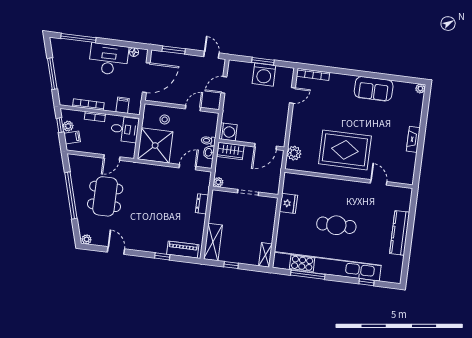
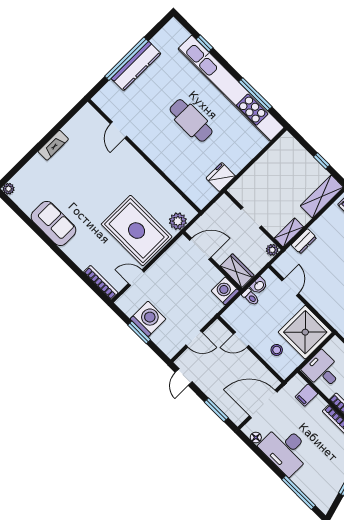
rug: (345, 150) -> (137, 231), moved
door: (188, 167) -> (290, 287), swing flipped
window: (409, 233) -> (126, 59), added
shelving: (265, 255) -> (289, 233), moved

